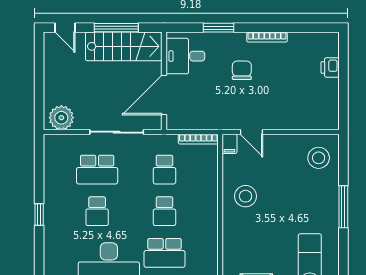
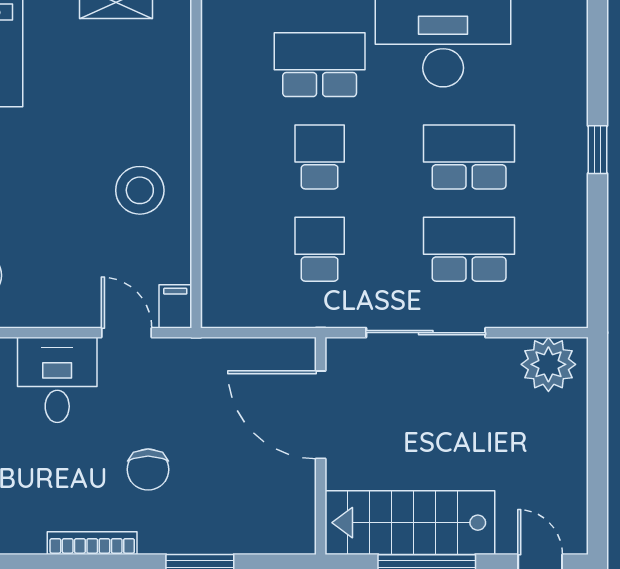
desk: (185, 56) -> (57, 380), moved, turned -90
door: (164, 95) -> (321, 415), swing flipped
bookcase: (198, 139) -> (245, 317), removed
school desk: (97, 211) -> (469, 157), width x1.85

